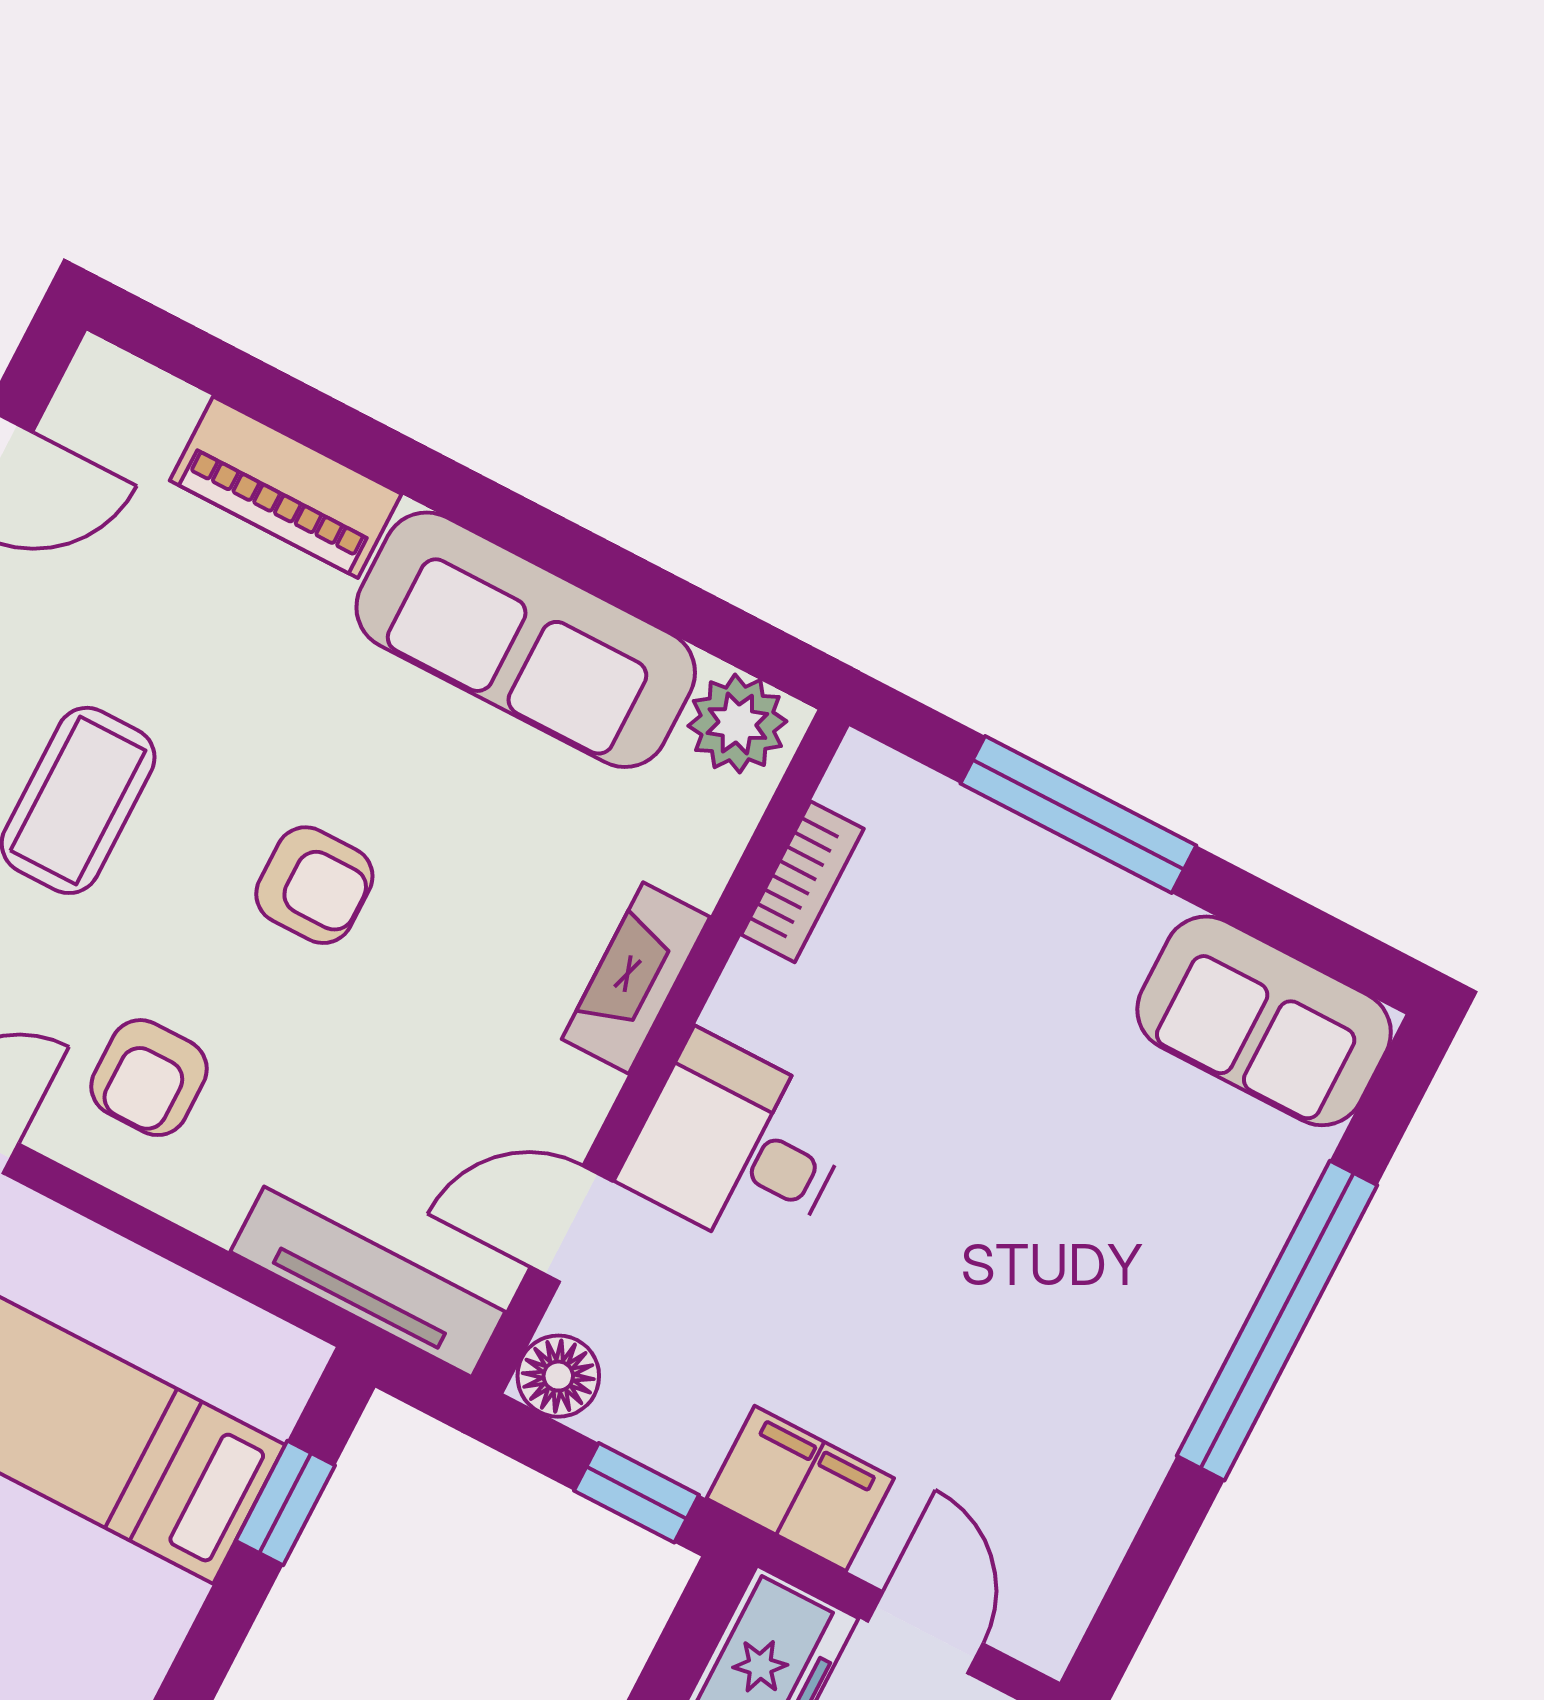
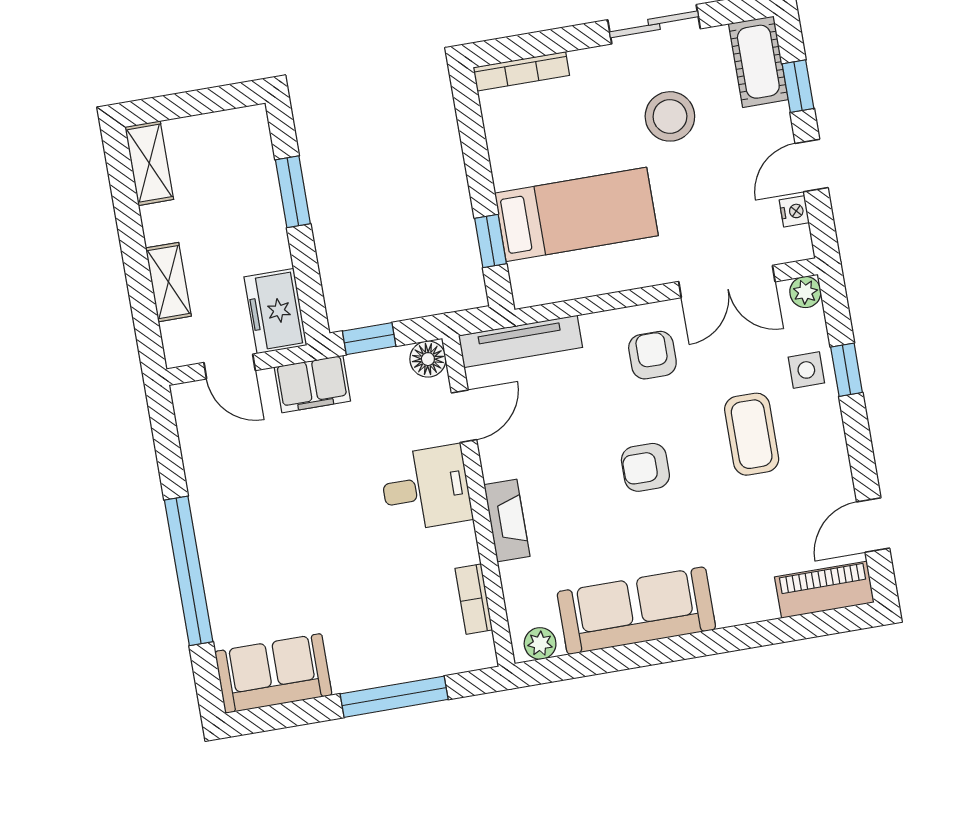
piano: (286, 487) -> (824, 590), moved
plant: (737, 724) -> (540, 644), width x0.73, depth x0.73

